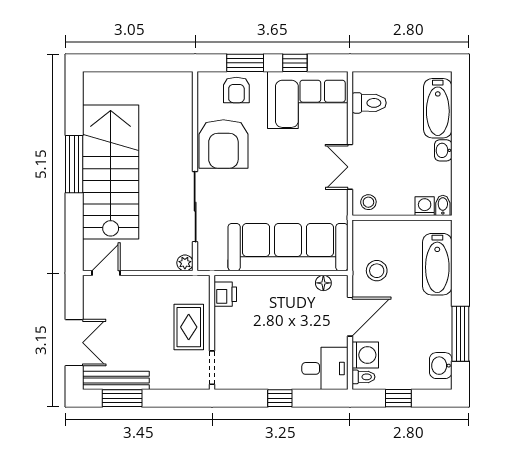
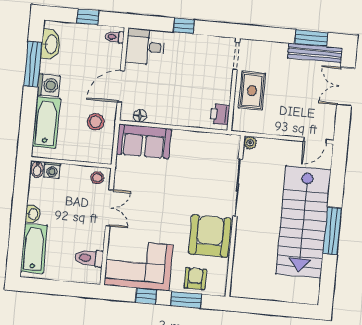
sofa: (288, 247) -> (144, 141), width x0.54, depth x0.79
washing machine: (365, 355) -> (49, 85), moved, turned 180
washbasin: (441, 366) -> (51, 44), width x1.38

